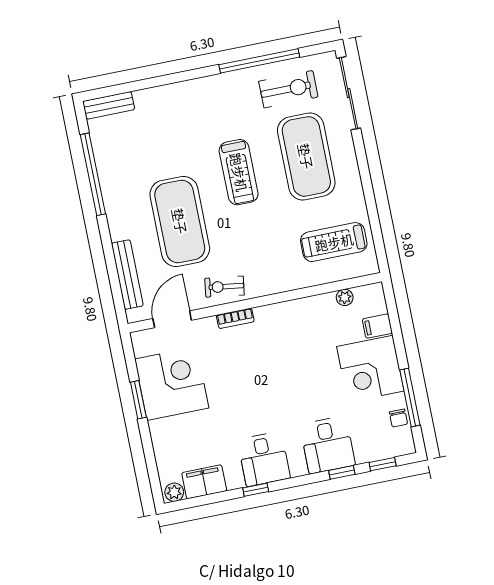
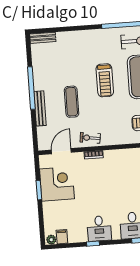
window: (93, 174) -> (31, 88), moved
exercise mat: (180, 221) -> (72, 102), width x0.50, depth x0.69
bench: (127, 275) -> (40, 108), moved
filing cabinet: (204, 482) -> (62, 237), width x0.50

